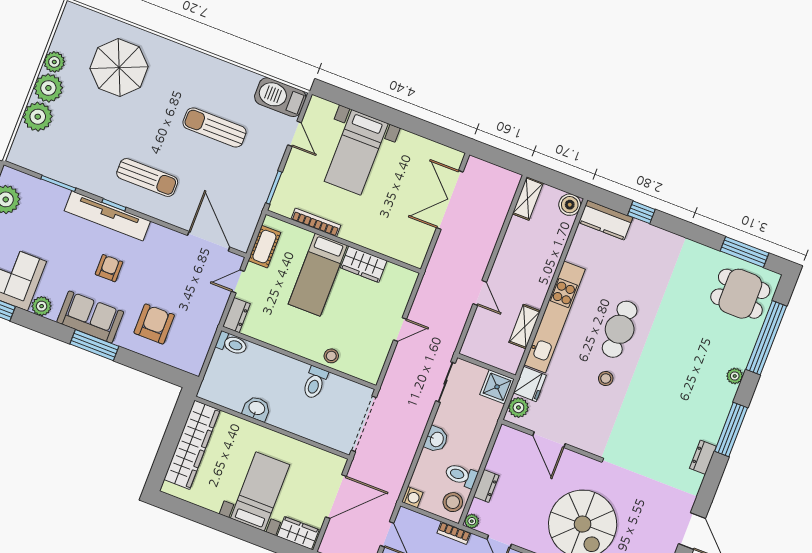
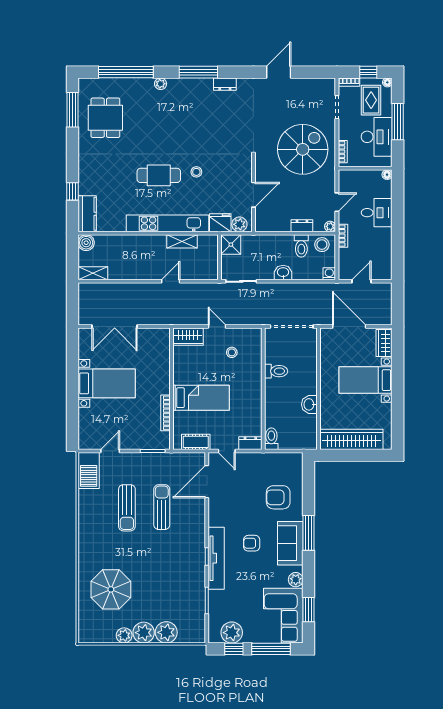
bed with nightstands: (356, 152) -> (107, 383), moved
sun lounger: (147, 178) -> (162, 507), moved
wardrobe: (364, 264) -> (188, 337), moved, turned 90
dining table: (740, 294) -> (105, 118), moved
stool: (331, 356) -> (232, 352), moved

